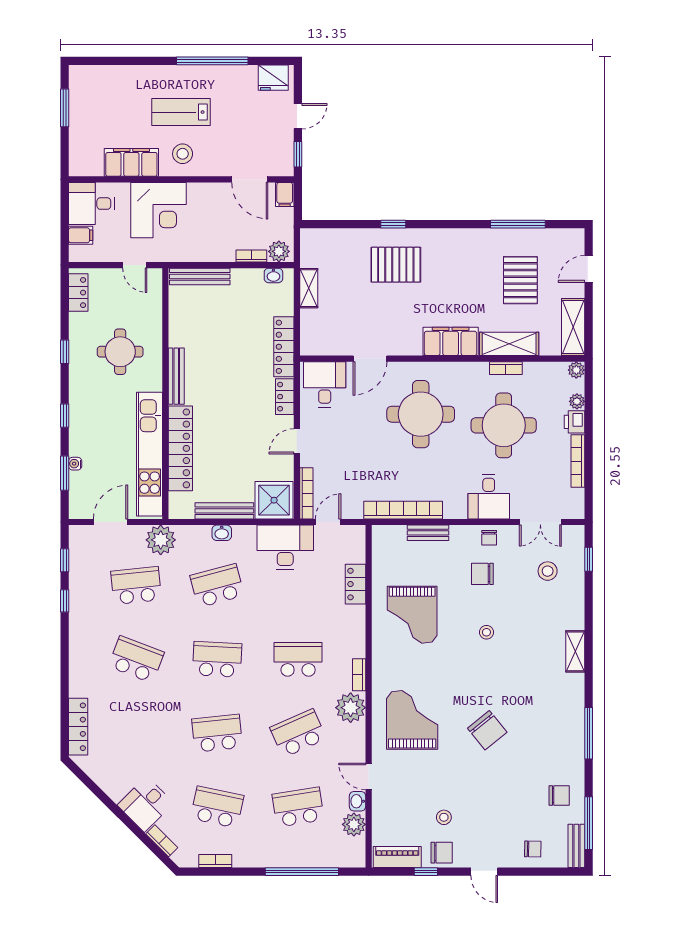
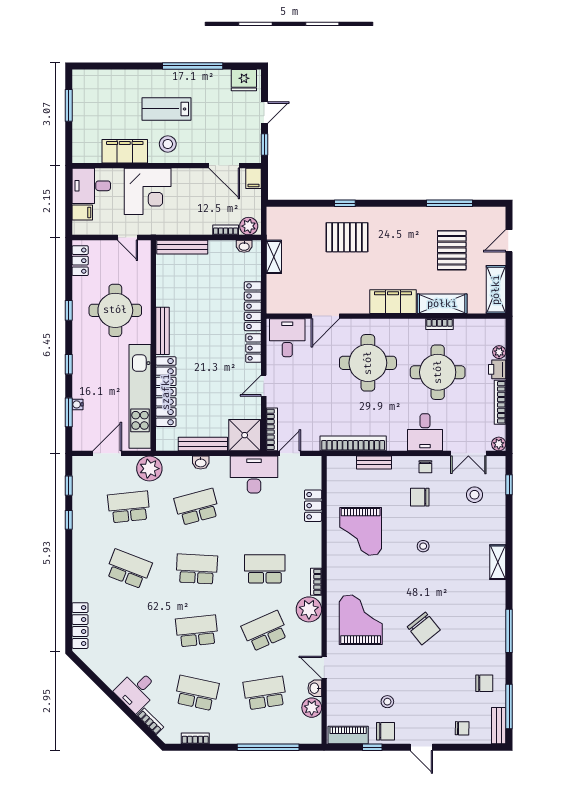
round table: (120, 352) -> (115, 310), width x1.36, depth x1.36
plant: (576, 370) -> (499, 444), moved

